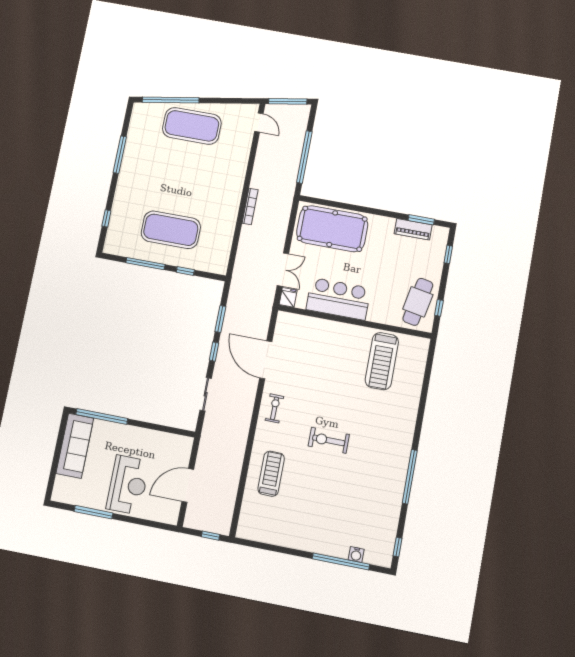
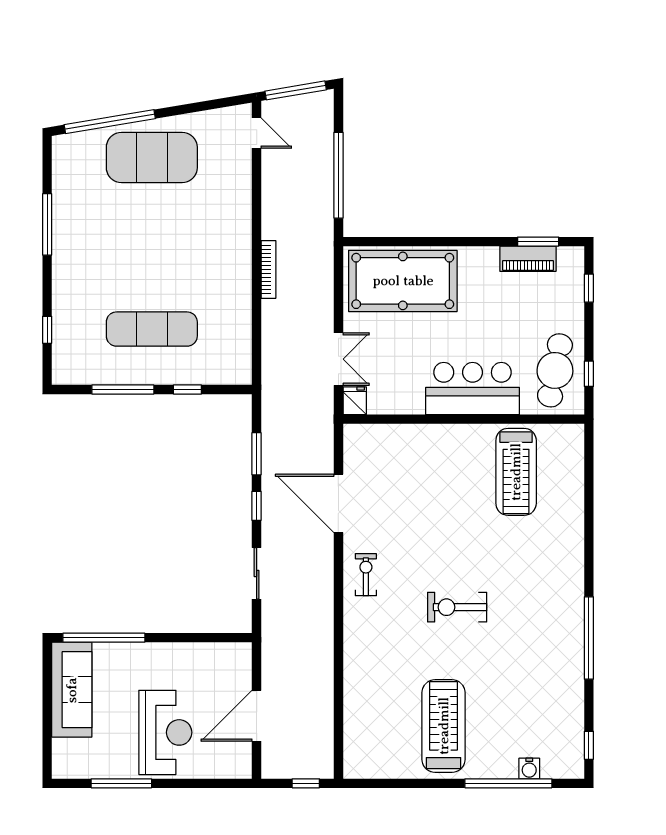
exercise mat: (171, 230) -> (152, 329), width x0.68
bar counter: (338, 299) -> (473, 388), moved
treadmill: (271, 474) -> (444, 726), moved, width x1.37, depth x1.38

